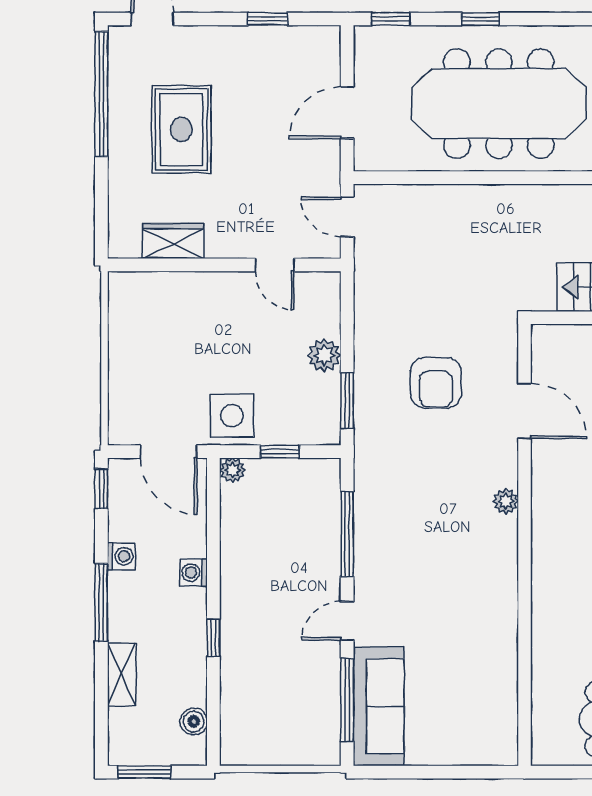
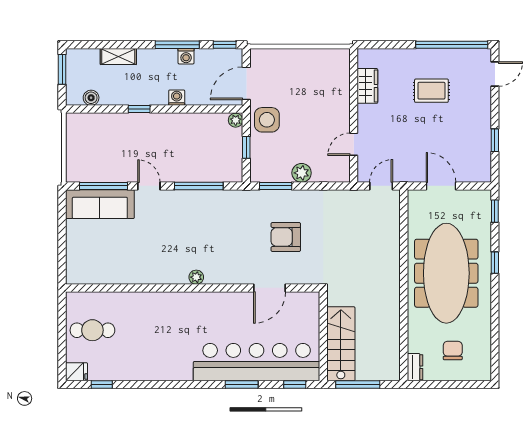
rug: (181, 129) -> (431, 91), width x0.73, depth x0.70
plant: (506, 501) -> (196, 277), moved
window: (101, 602) -> (177, 45), moved

